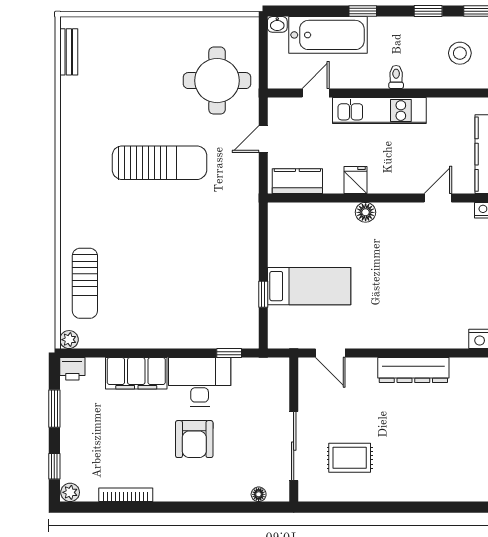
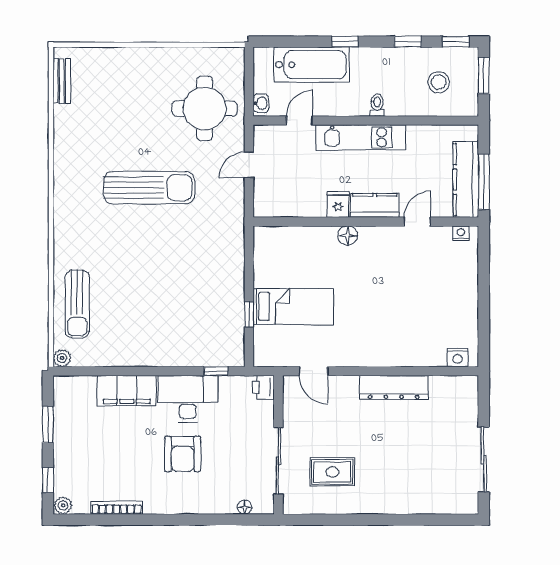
washbasin: (277, 24) -> (261, 103), moved, turned -90
kitchen counter: (297, 181) -> (375, 205), moved
printer: (72, 369) -> (263, 387), moved, turned 90

